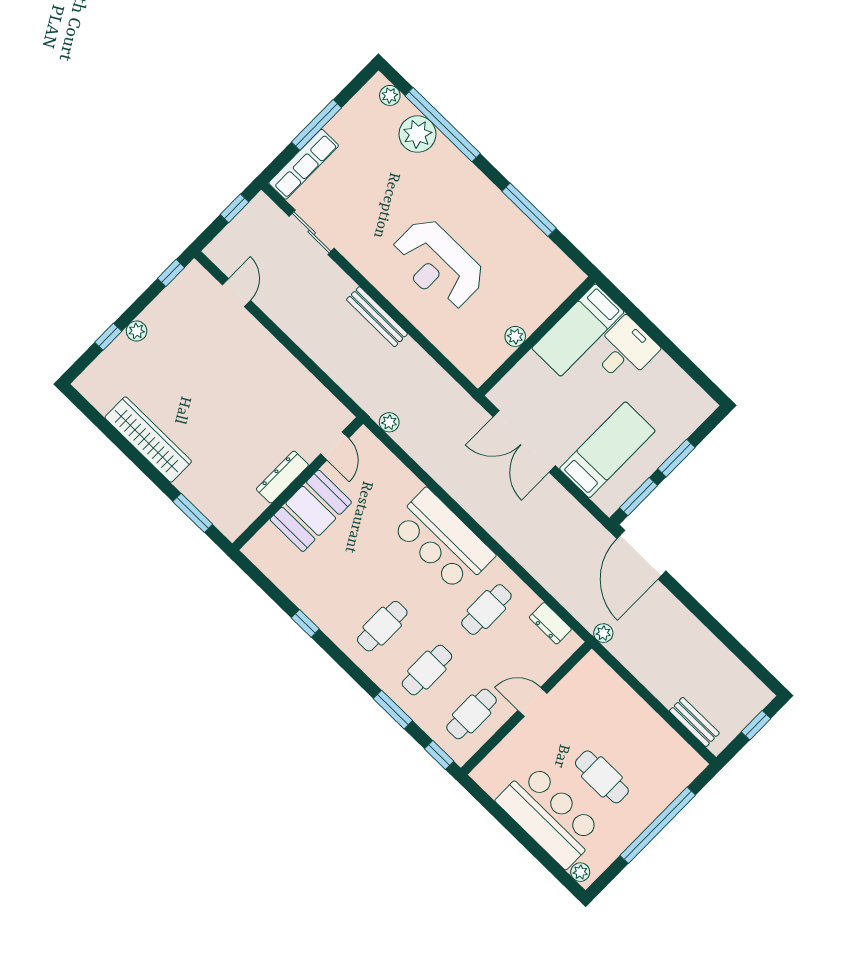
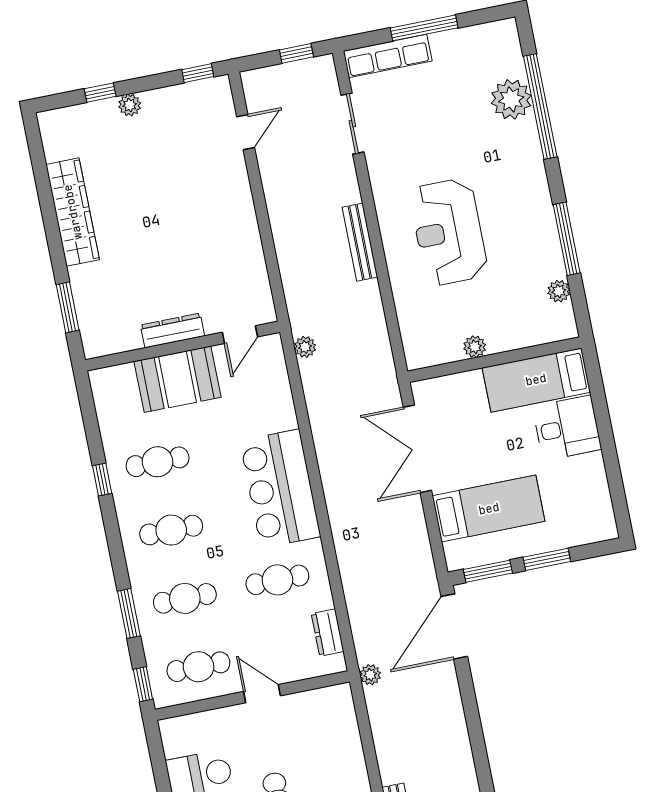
plant: (390, 95) -> (559, 291), moved
cafe table: (338, 582) -> (158, 462), added

